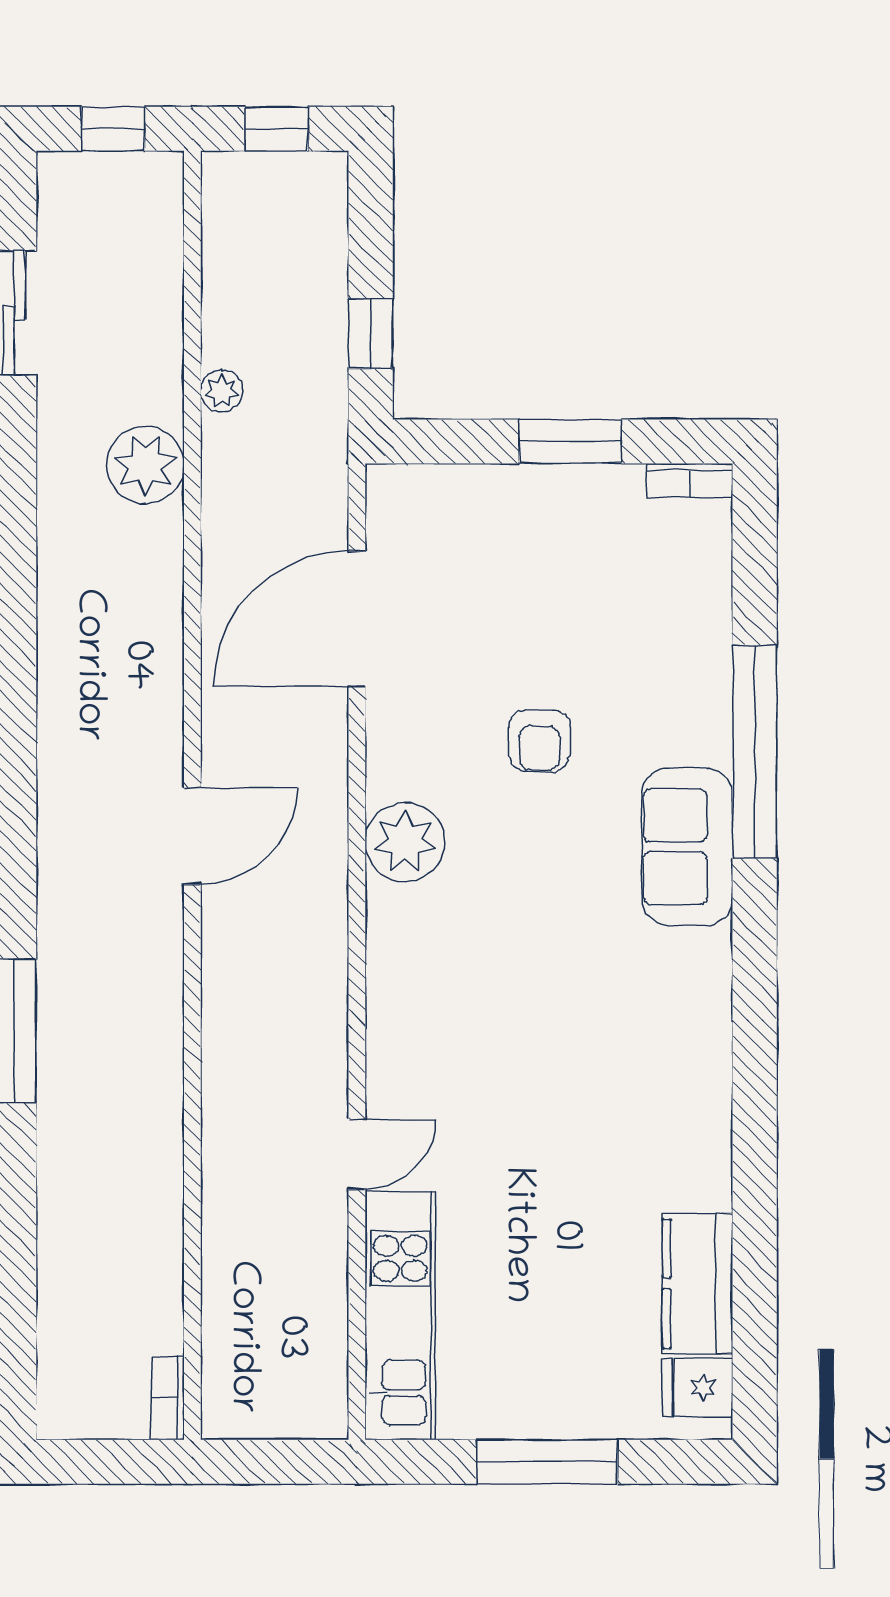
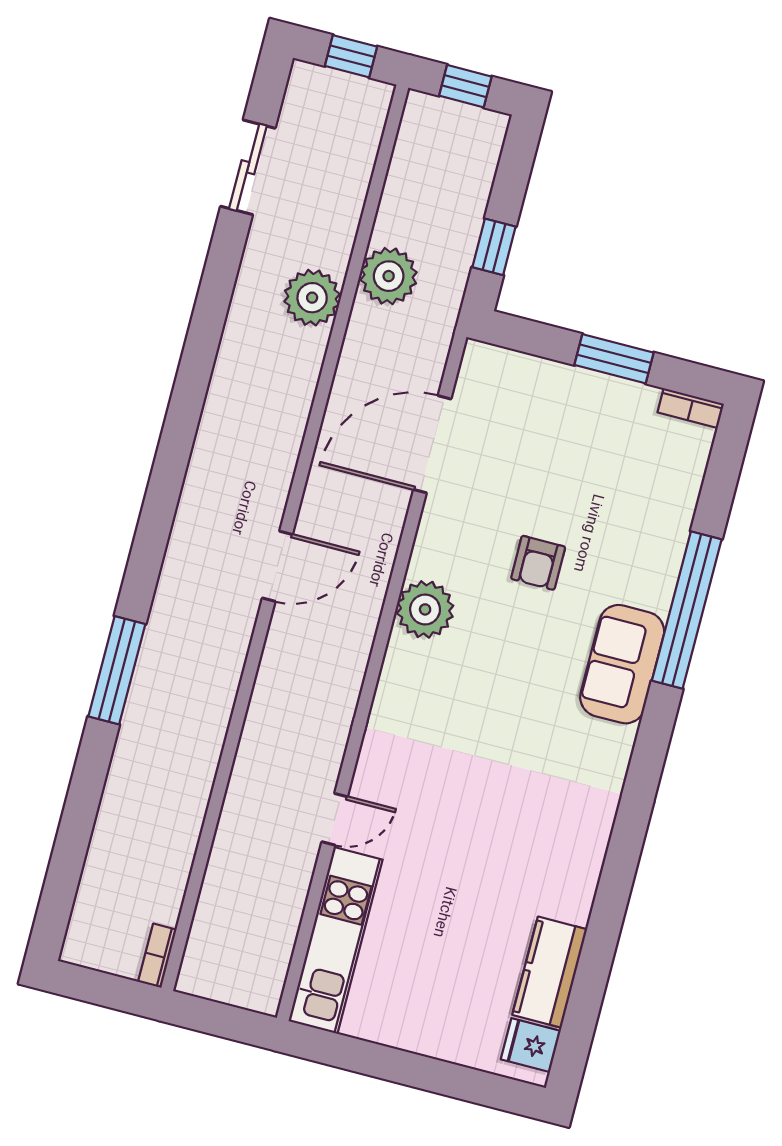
plant: (222, 391) -> (389, 276), width x1.88, depth x1.88
window: (547, 1462) -> (412, 1070), removed

